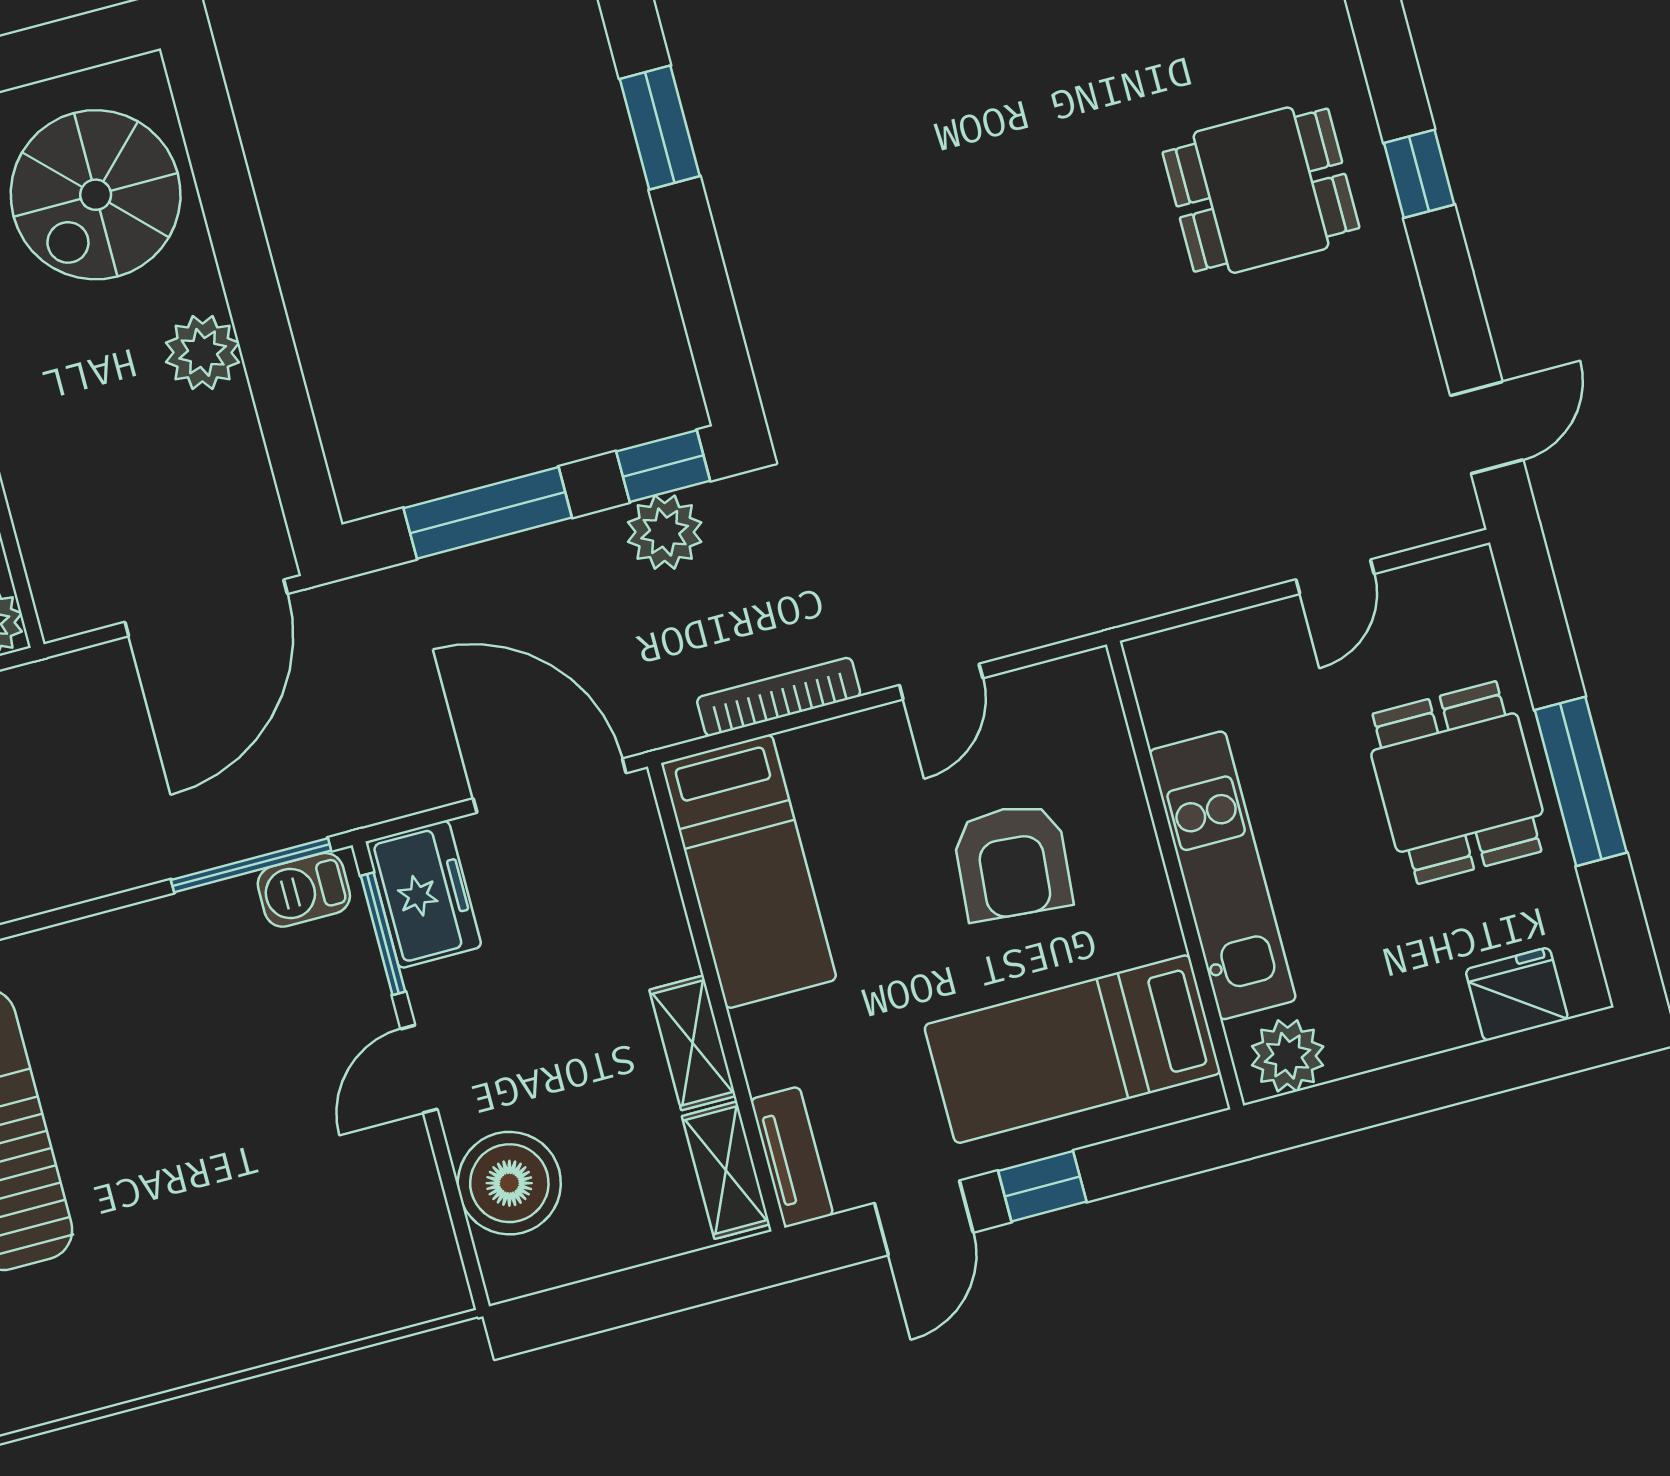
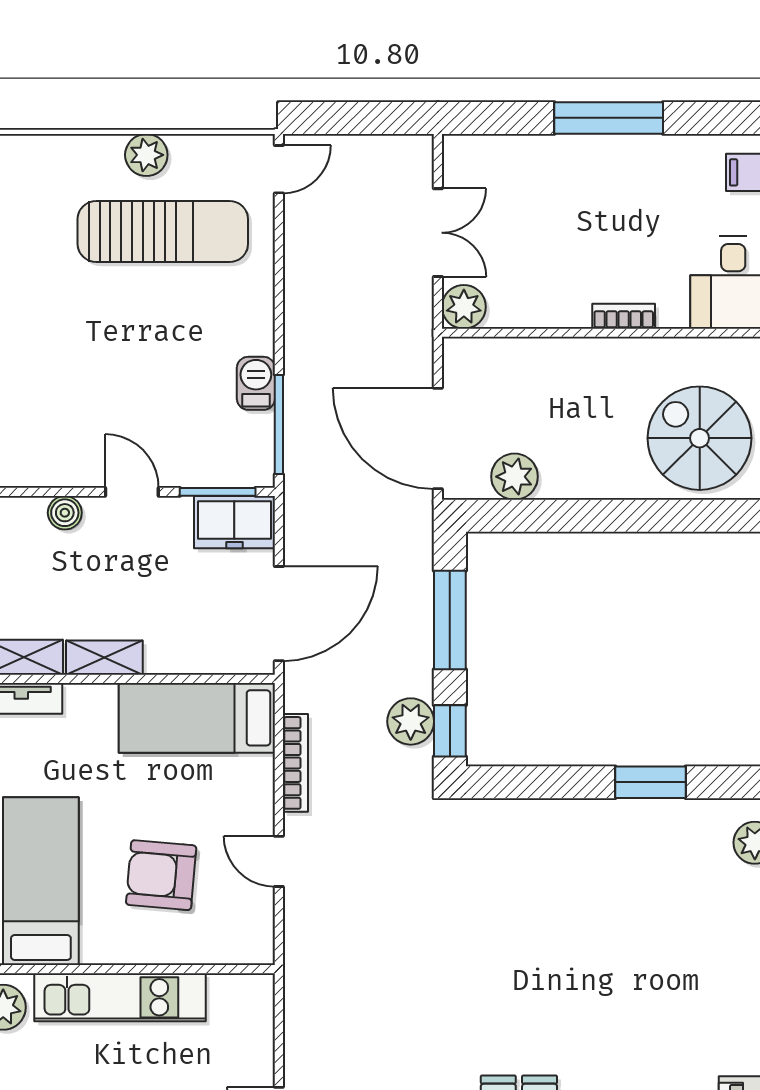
plant: (203, 352) -> (514, 477), moved
barbecue: (304, 890) -> (256, 383), moved
boiler: (509, 1183) -> (65, 513), width x0.54, depth x0.54

